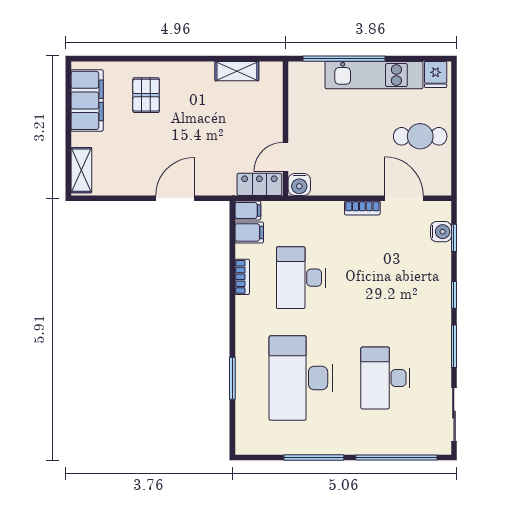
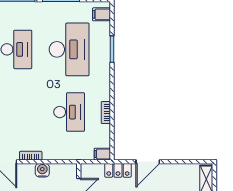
locker: (259, 184) -> (118, 170), moved
water cooler: (299, 184) -> (42, 170), moved
filing cabinet: (249, 232) -> (101, 14), moved

